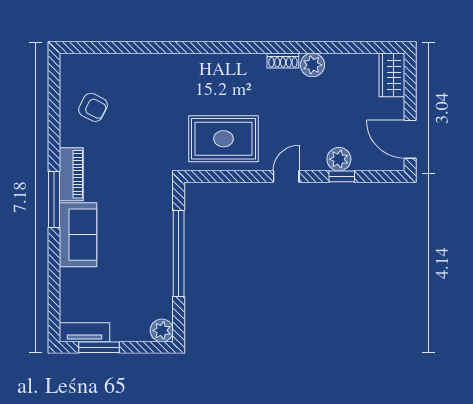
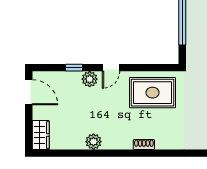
shoe rack: (283, 61) -> (144, 144), moved
plant: (339, 159) -> (90, 79), moved

